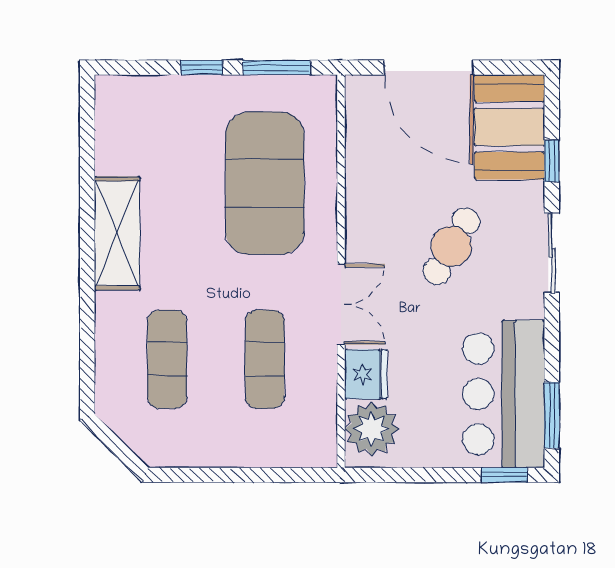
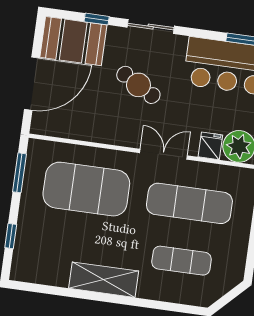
window: (202, 68) -> (11, 236), moved
exercise mat: (265, 359) -> (189, 203), width x1.36, depth x1.45
fridge: (366, 374) -> (210, 146), width x0.72

